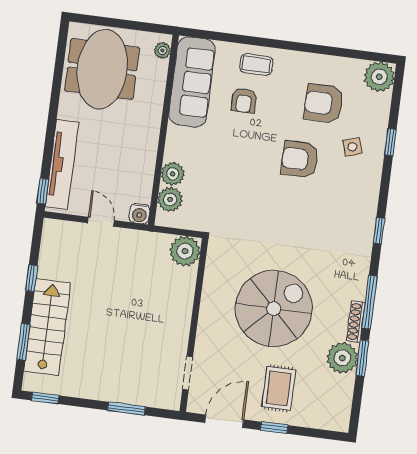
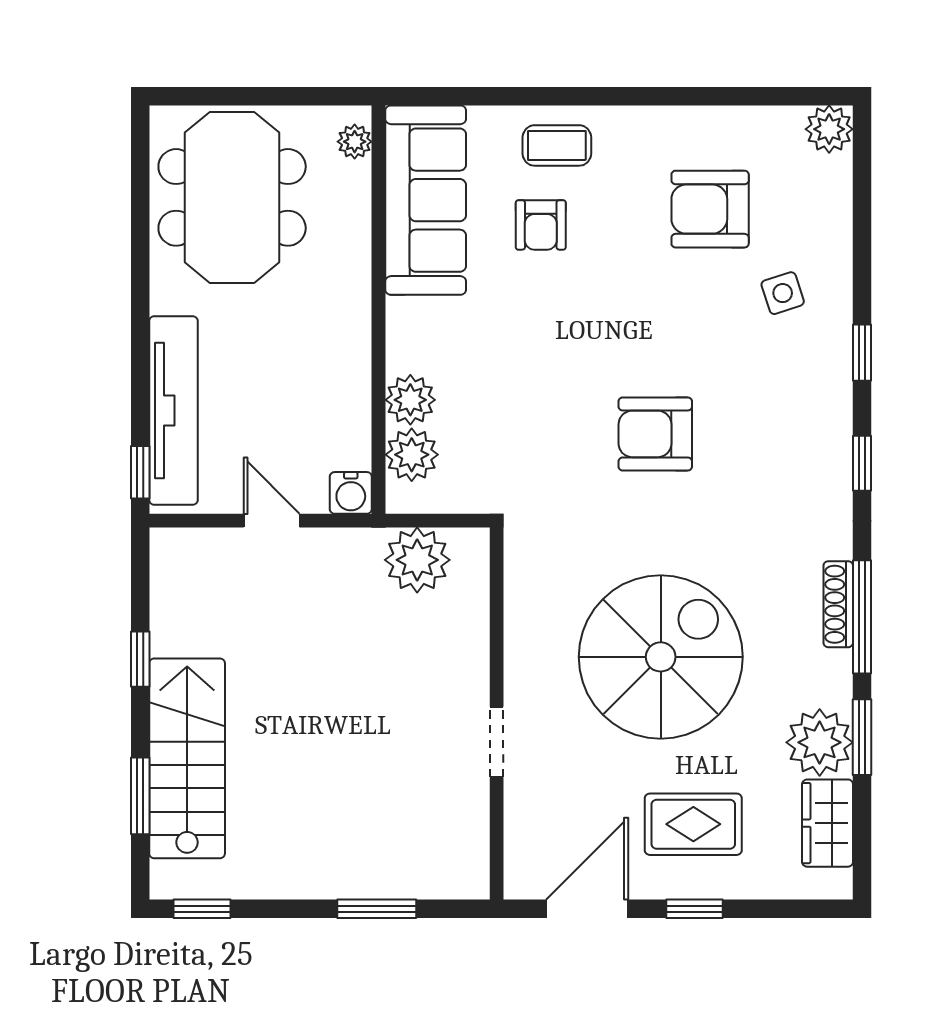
plant: (379, 77) -> (829, 129), width x0.73, depth x0.73
window: (390, 142) -> (862, 353), moved
armchair: (300, 159) -> (655, 434), moved
plant: (185, 251) -> (417, 560), moved
shoe rack: (356, 322) -> (838, 604), moved
doorway: (188, 373) -> (497, 742), moved
rug: (279, 388) -> (693, 824), turned 90
wardrobe: (341, 396) -> (828, 823), added

